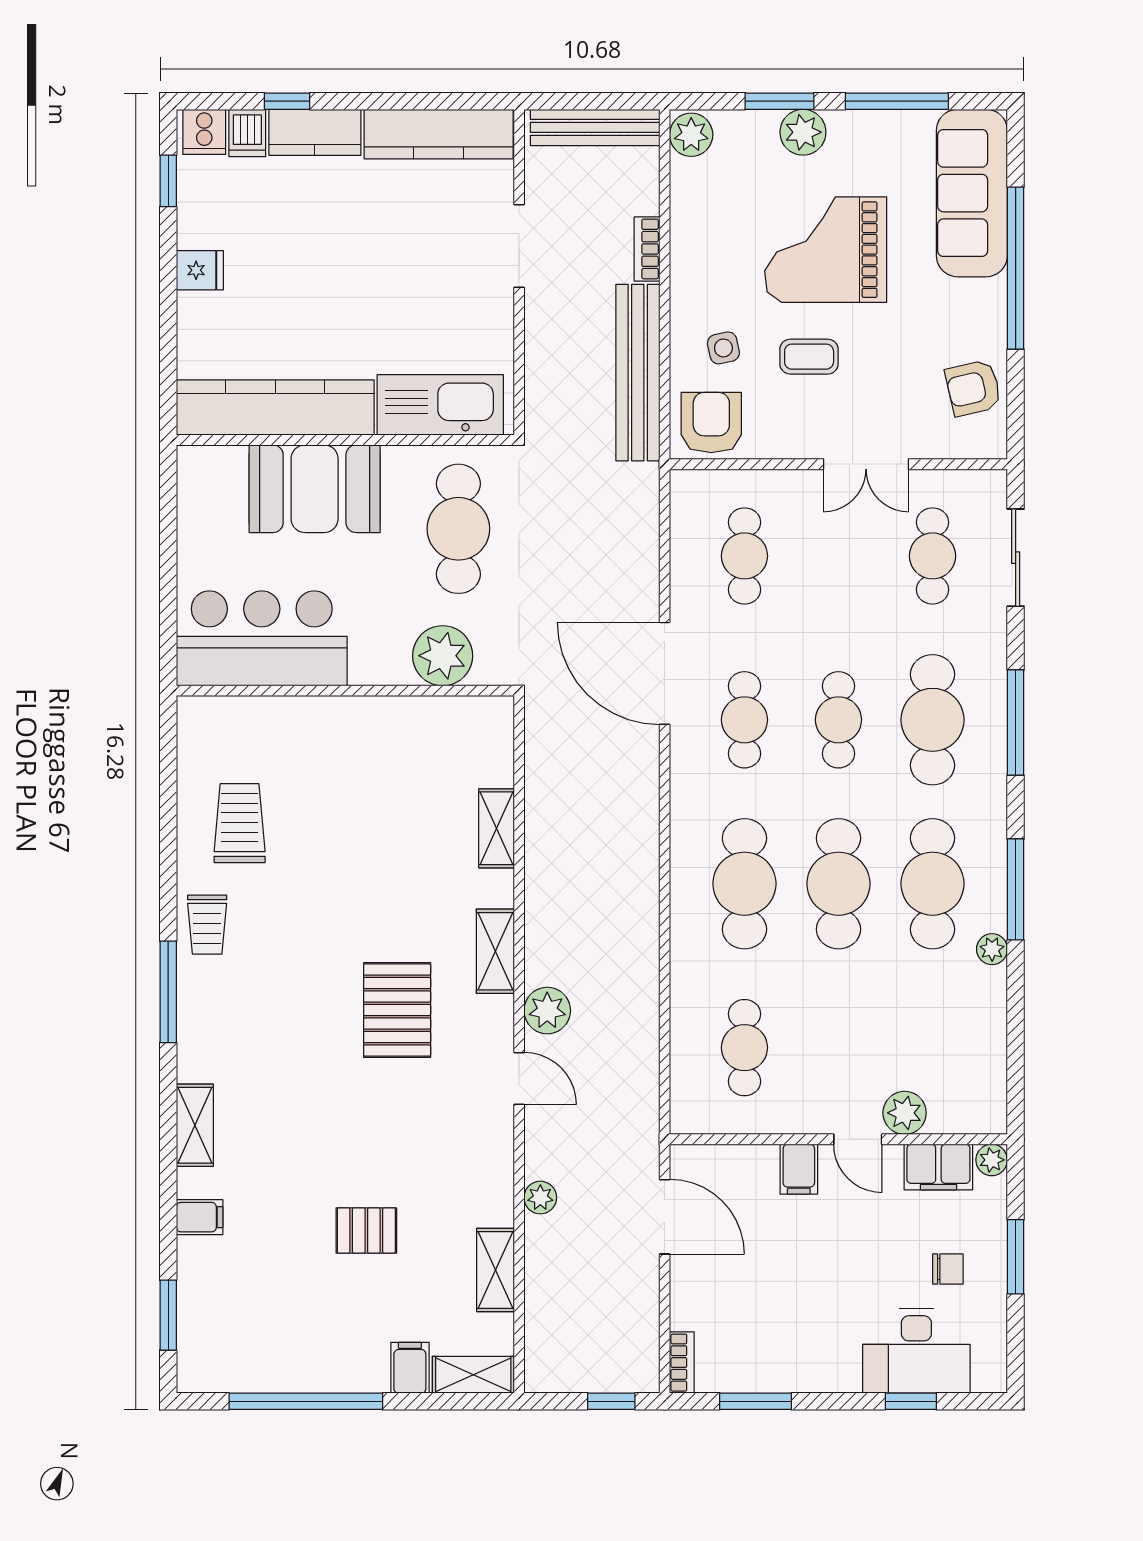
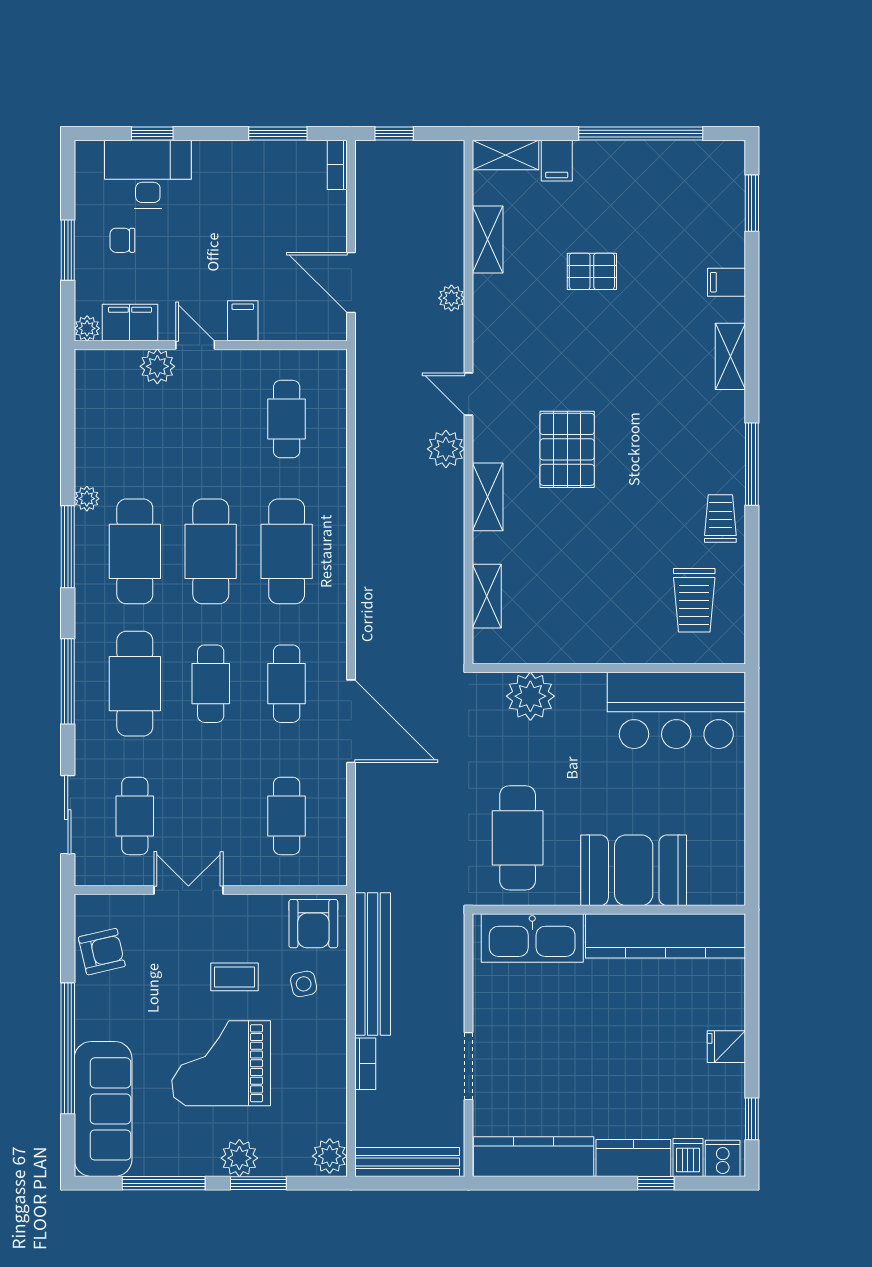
grand piano: (826, 250) -> (221, 1063), turned 180
bar counter: (262, 638) -> (676, 710), moved
plant: (443, 656) -> (530, 696), moved
wall: (345, 691) -> (609, 668), moved

